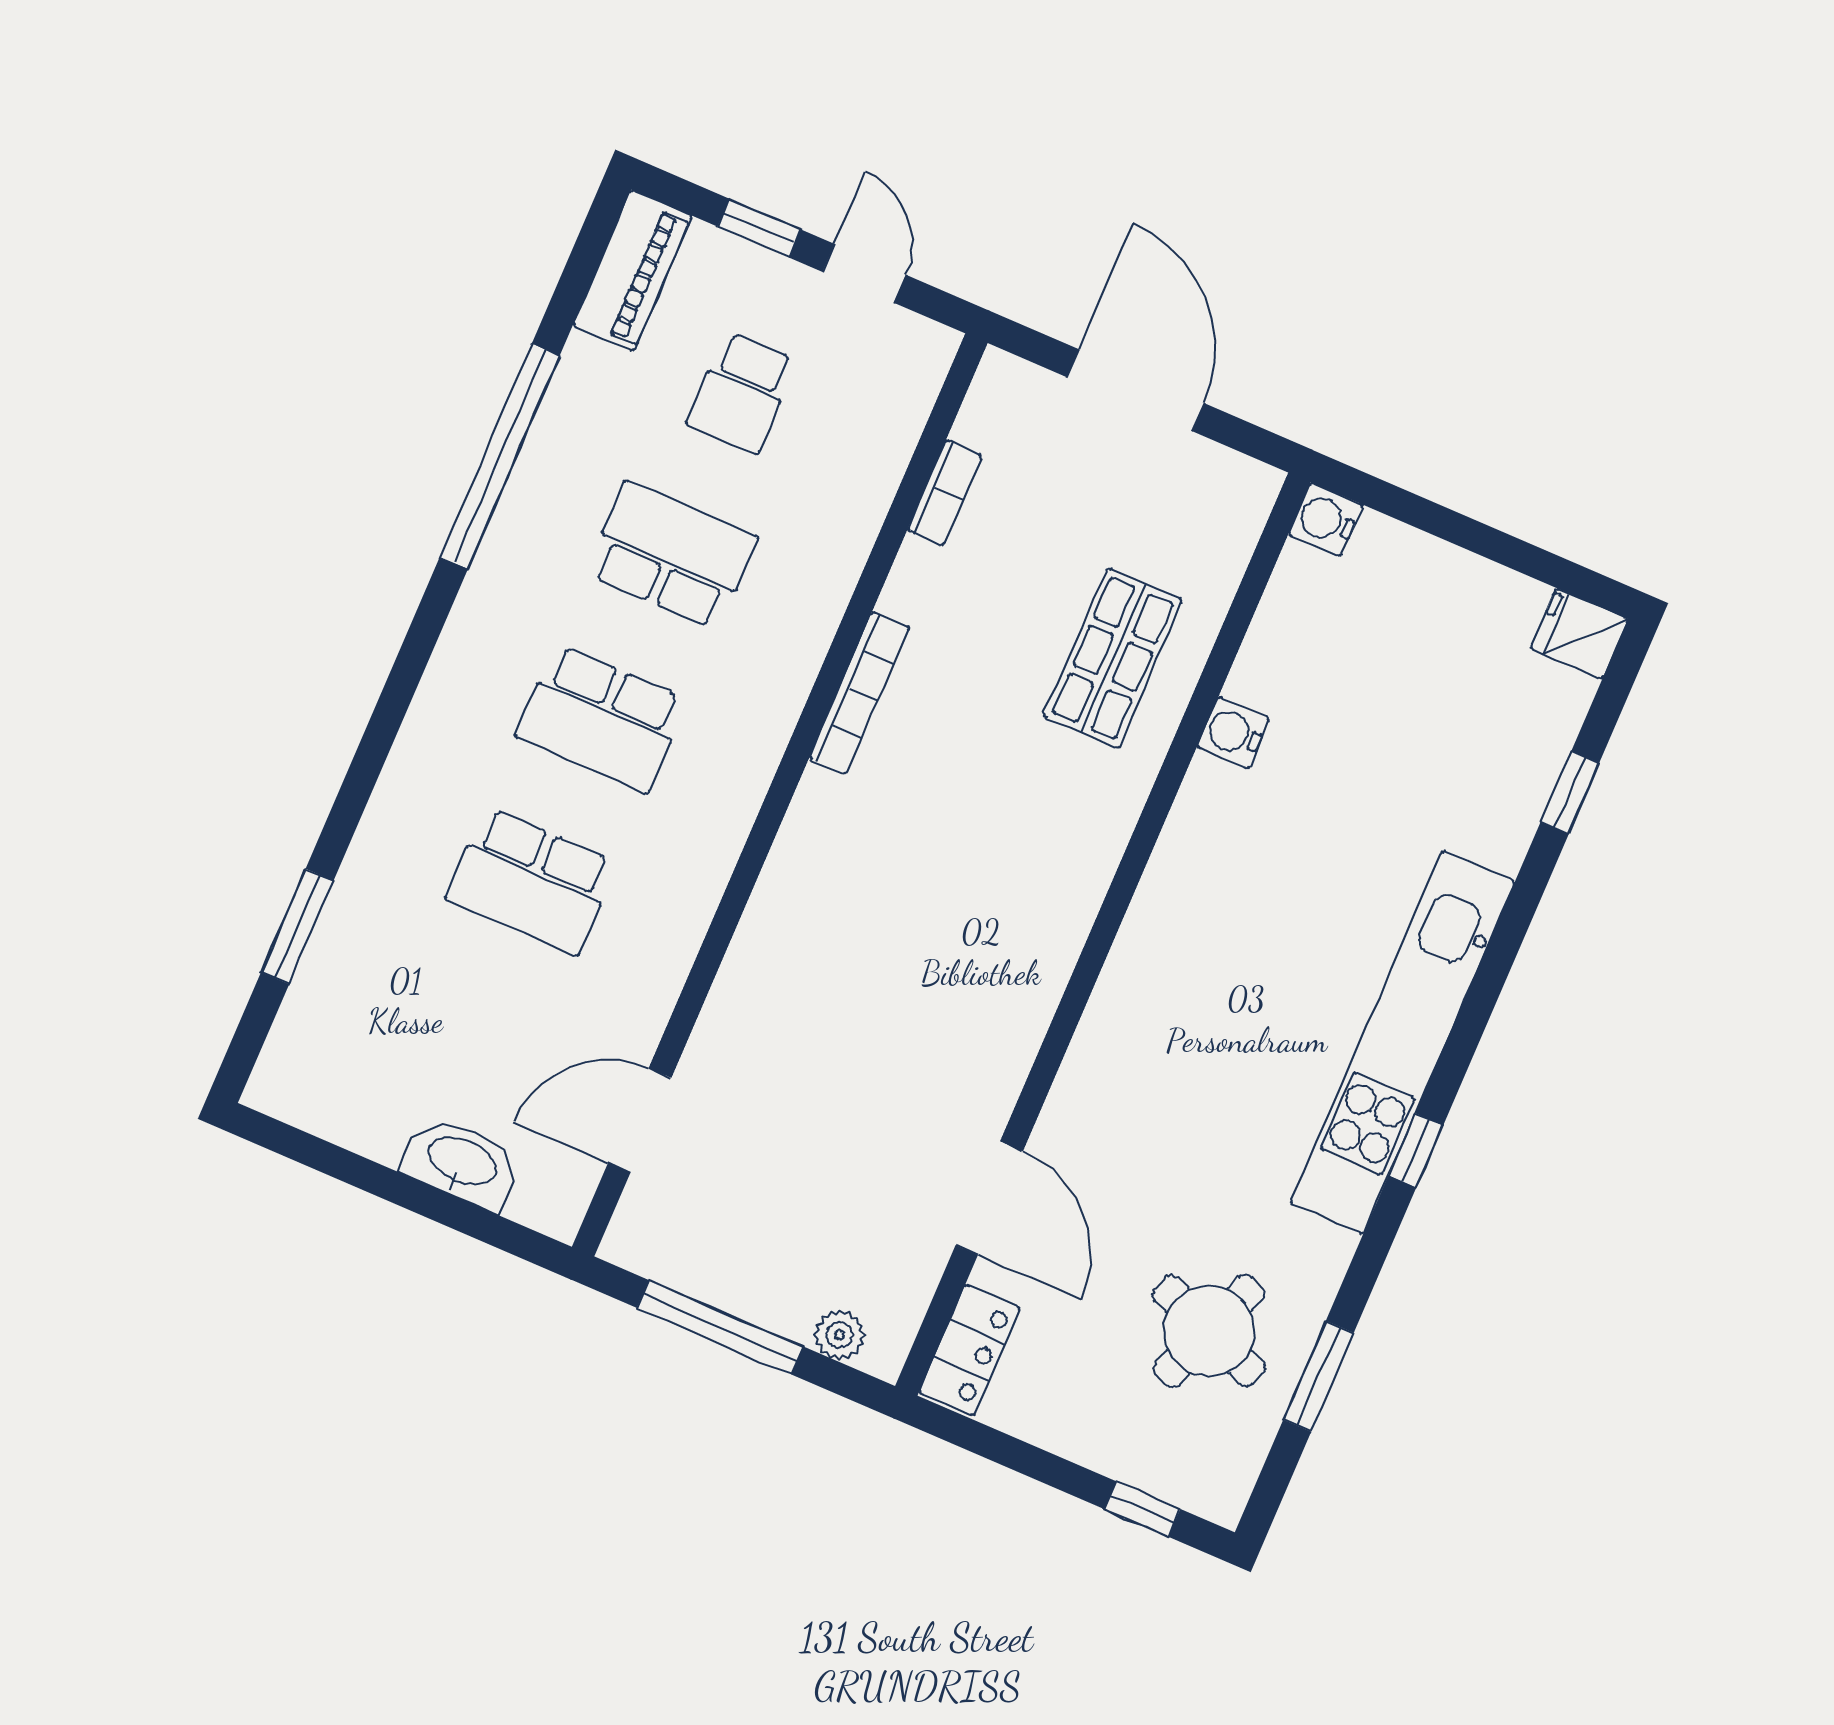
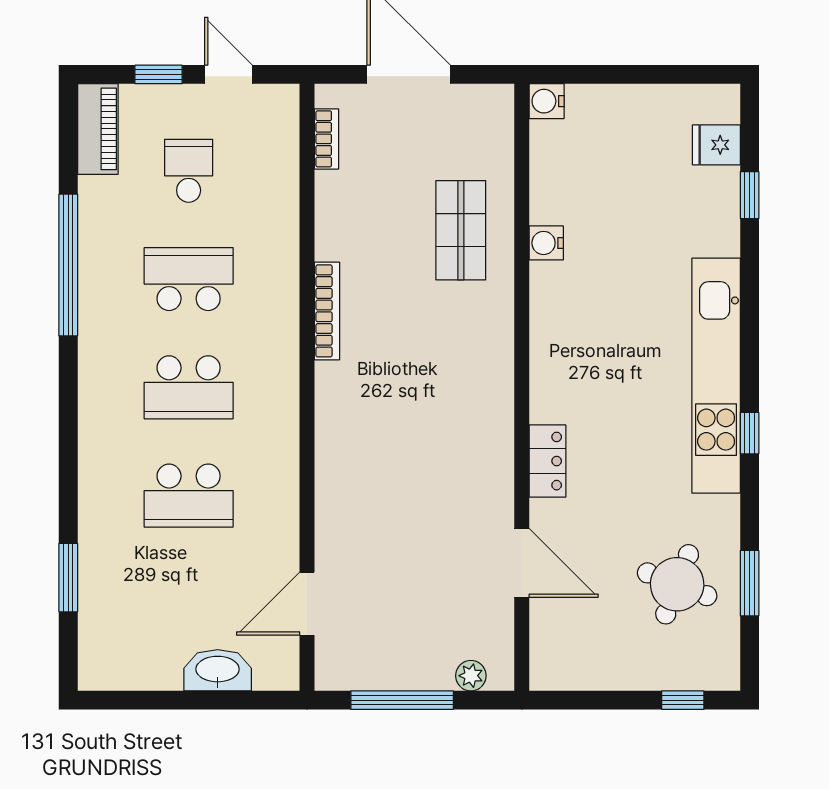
school desk: (742, 392) -> (189, 171), turned 180
bookcase: (945, 493) -> (327, 139), moved
fridge: (1579, 634) -> (716, 145), moved
locker: (969, 1350) -> (547, 461), moved

